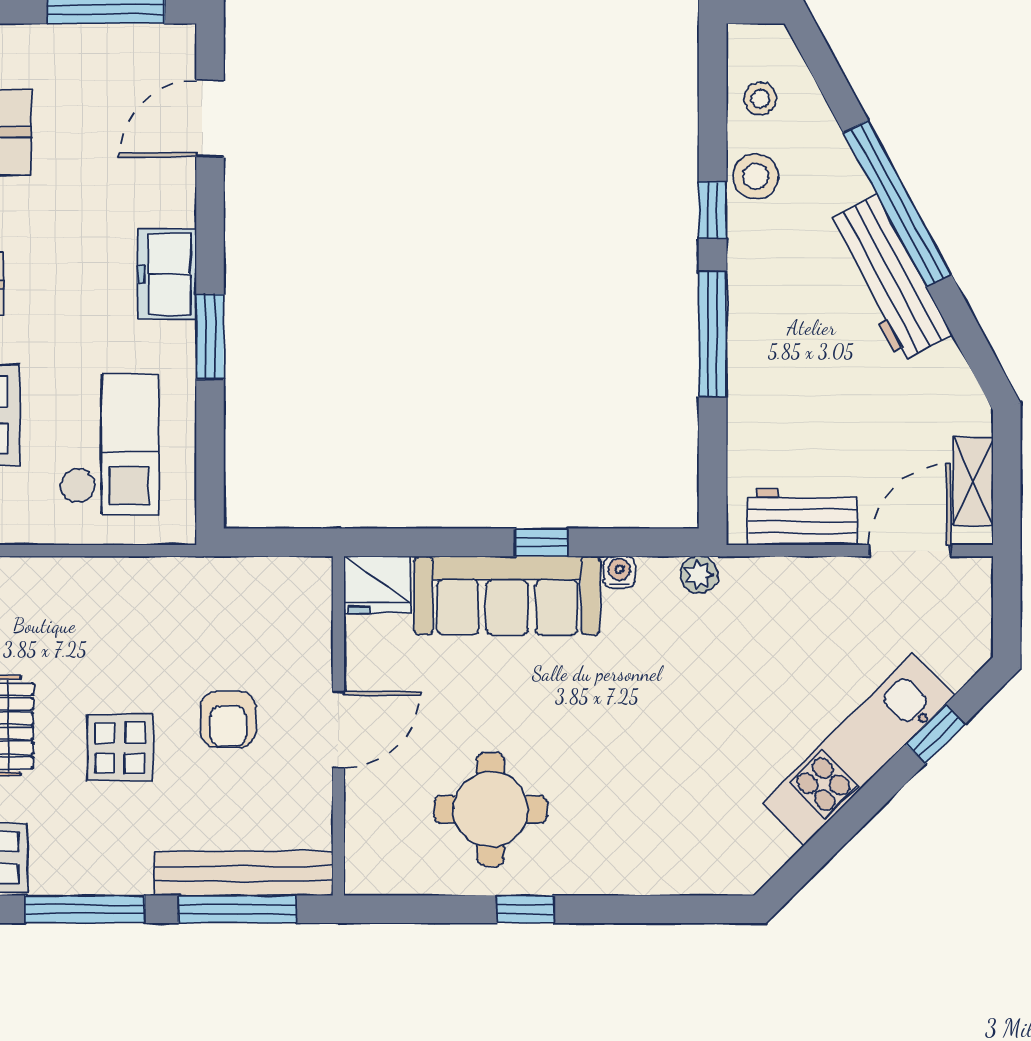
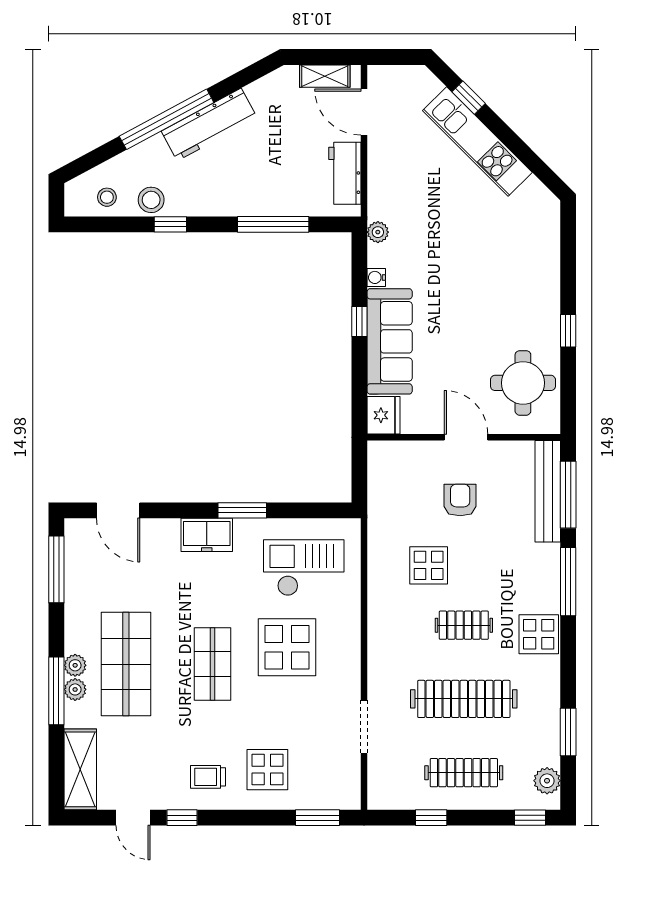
window: (713, 334) -> (273, 224), moved
armchair: (228, 719) -> (460, 500), turned -90
display table: (120, 748) -> (429, 565), moved
round table: (491, 809) -> (523, 383), moved

